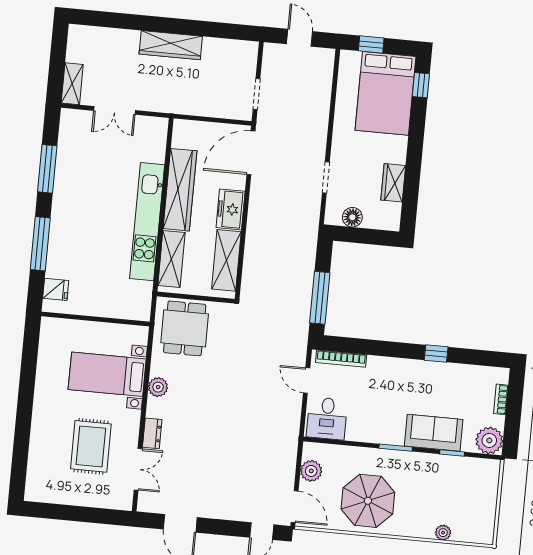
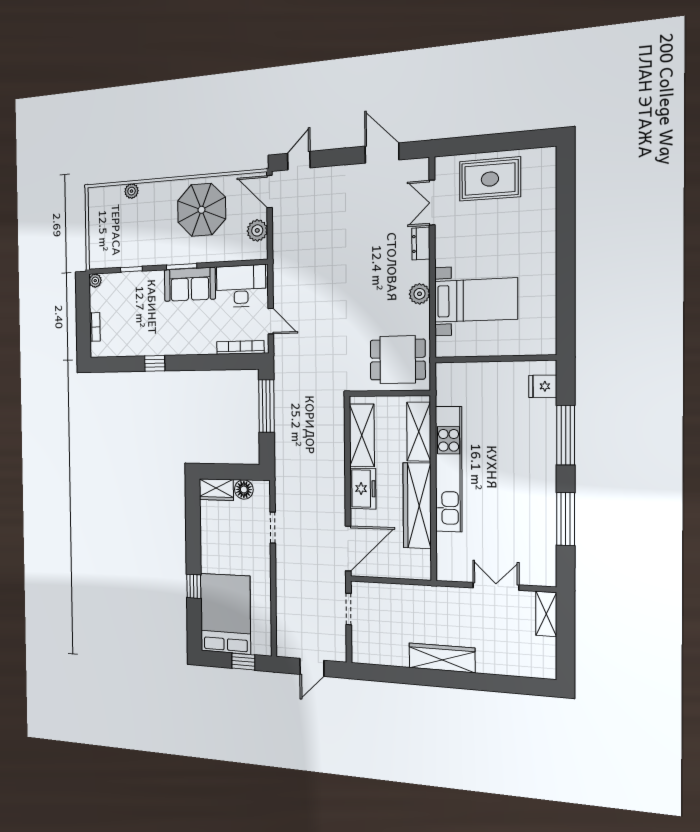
door: (300, 38) -> (312, 667), hinge flipped
window: (421, 85) -> (194, 586), moved
wardrobe: (393, 183) -> (216, 490), moved, turned 90
dining table: (185, 328) -> (398, 360), turned 90
desk: (327, 418) -> (241, 286), width x1.37
sofa: (434, 433) -> (190, 284), moved
plant: (489, 440) -> (95, 281), width x0.53, depth x0.53
rug: (91, 446) -> (490, 179), moved, turned 90

